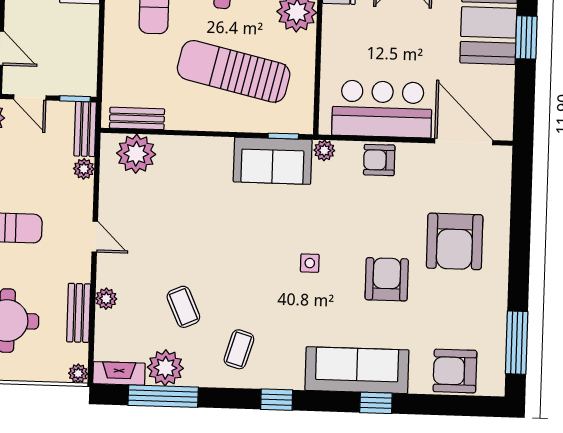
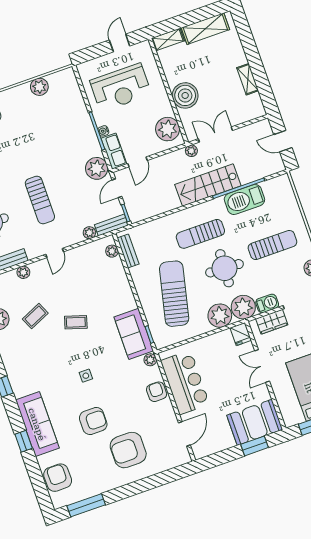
door: (464, 142) -> (184, 434), width x0.73
plant: (136, 154) -> (112, 251), width x0.53, depth x0.53
coffee table: (239, 349) -> (76, 322), moved

